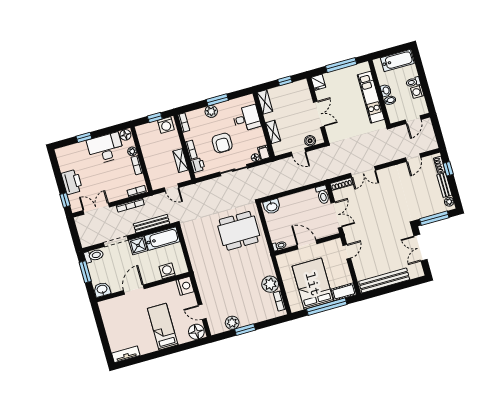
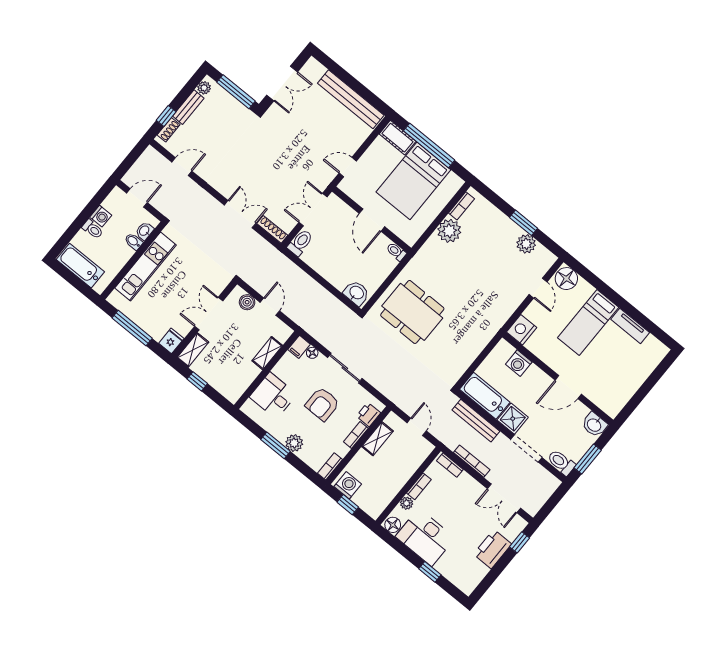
washbasin: (386, 91) -> (144, 231), moved
shelving: (265, 102) -> (193, 350), moved
armchair: (222, 143) -> (322, 404), turned 180
tv unit: (126, 354) -> (630, 326), moved

